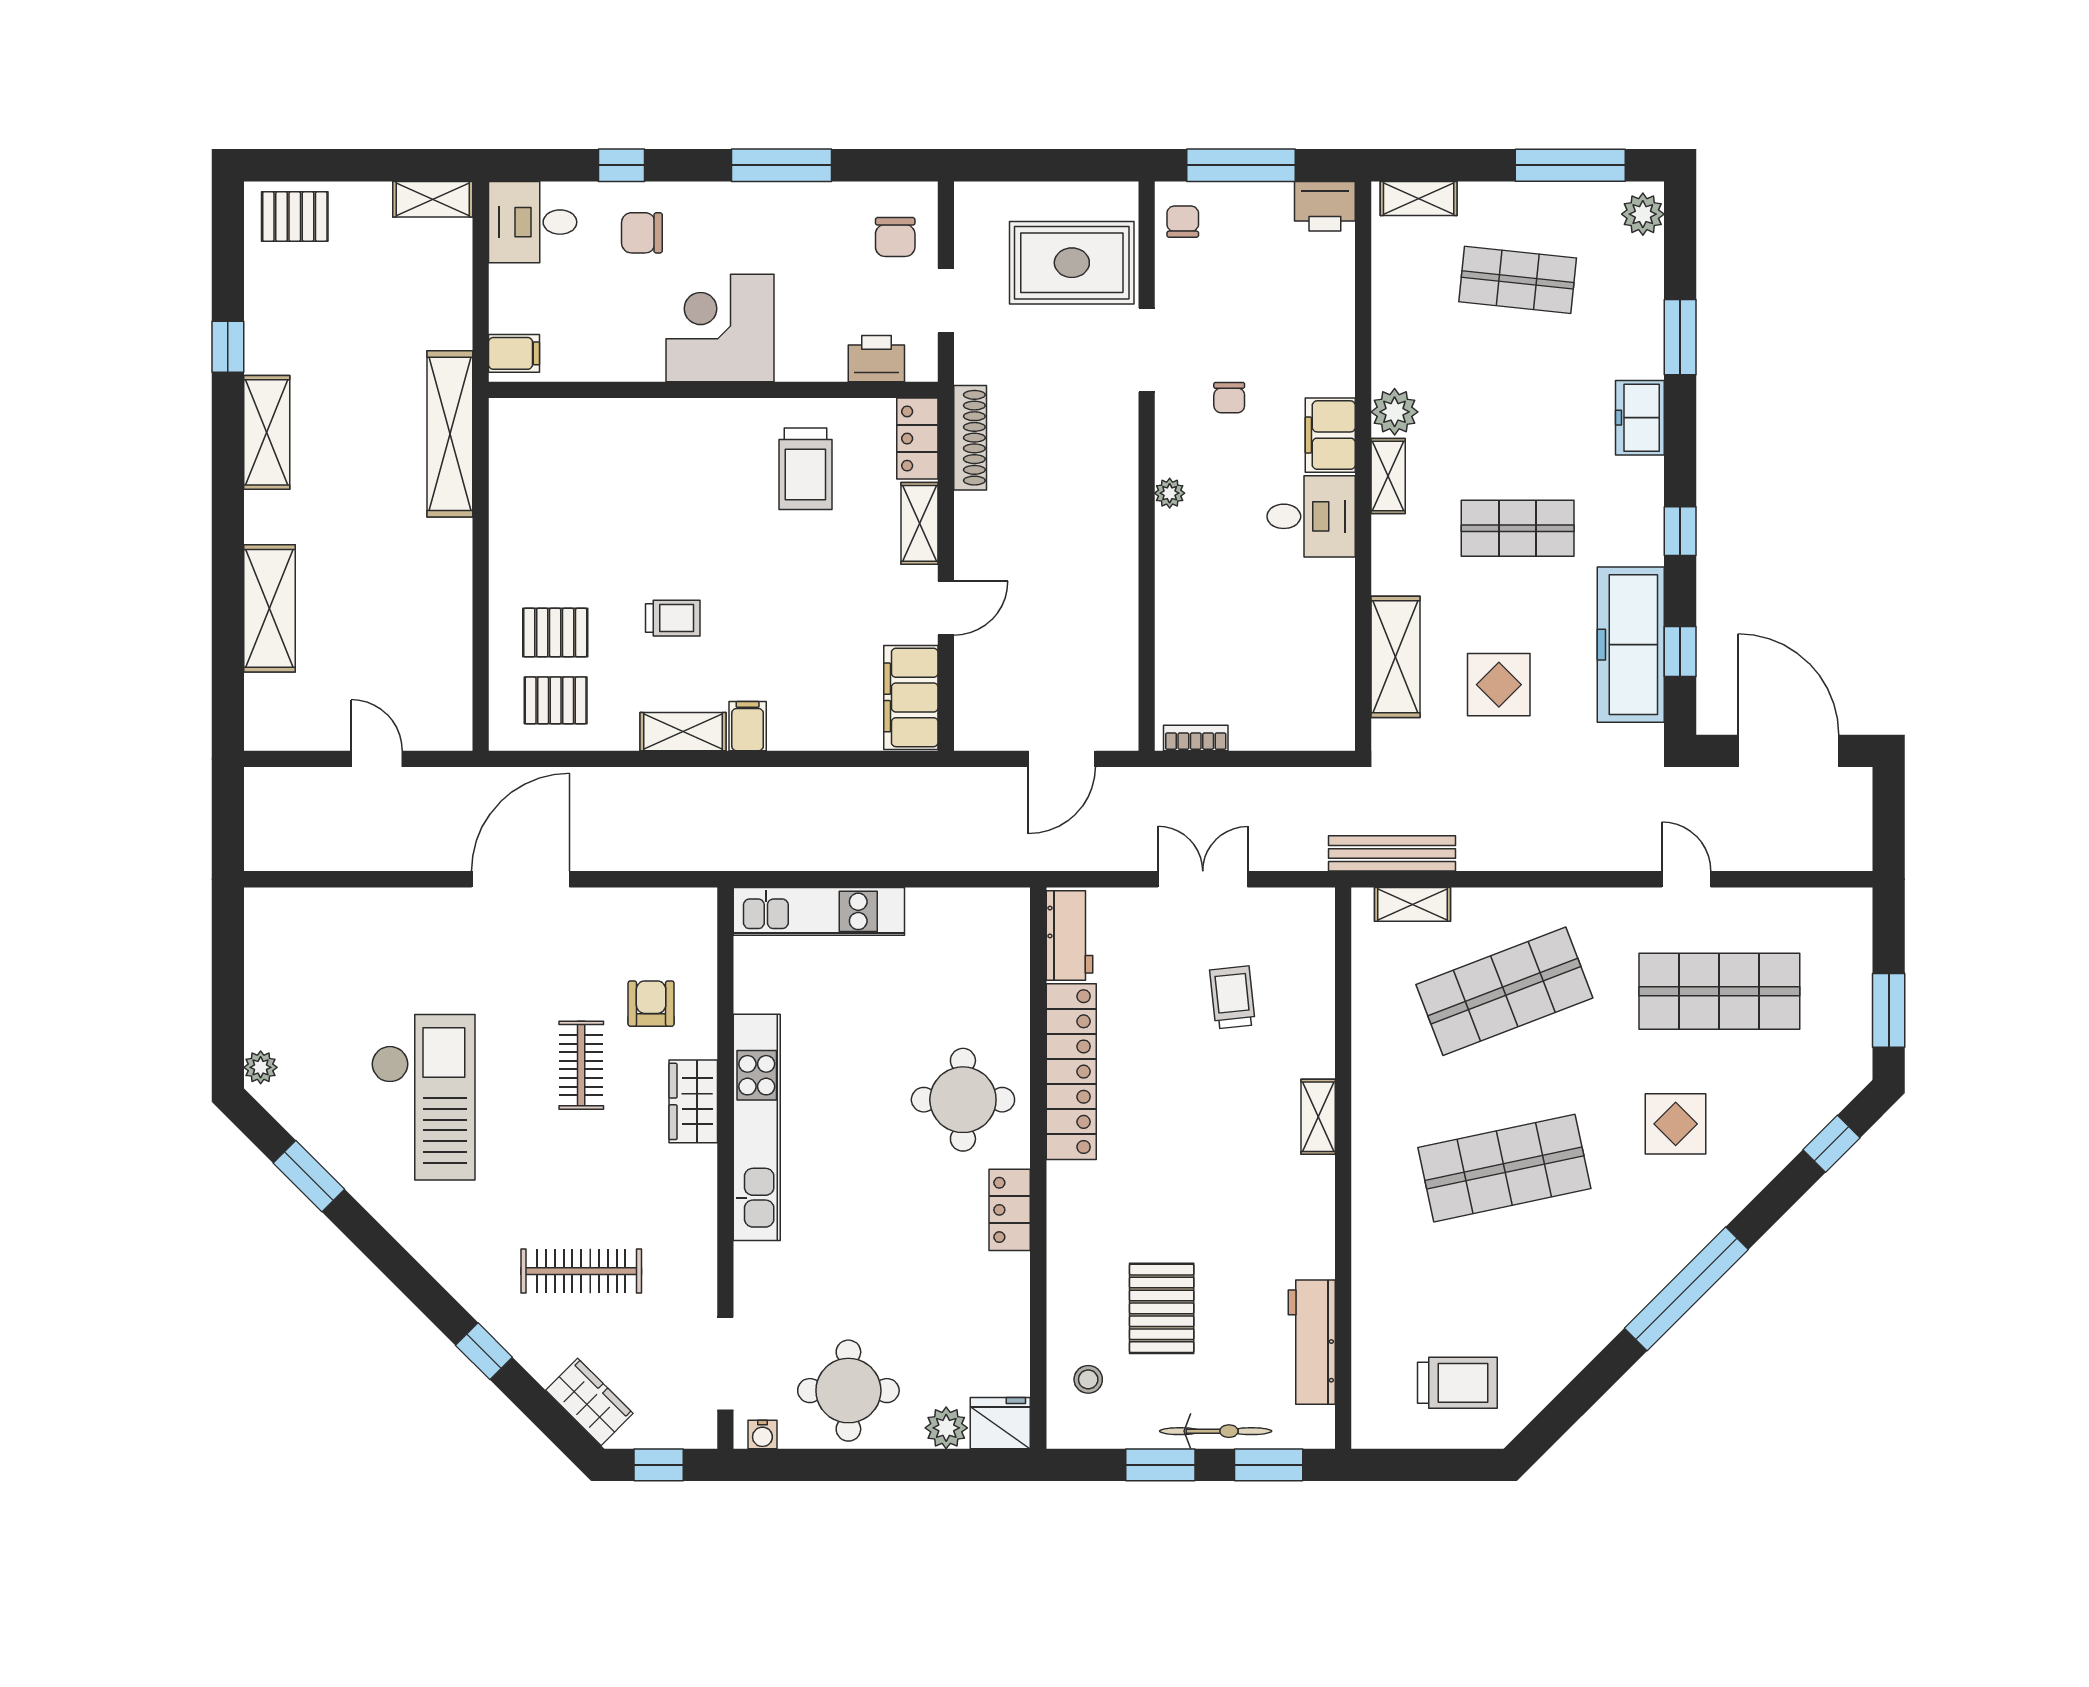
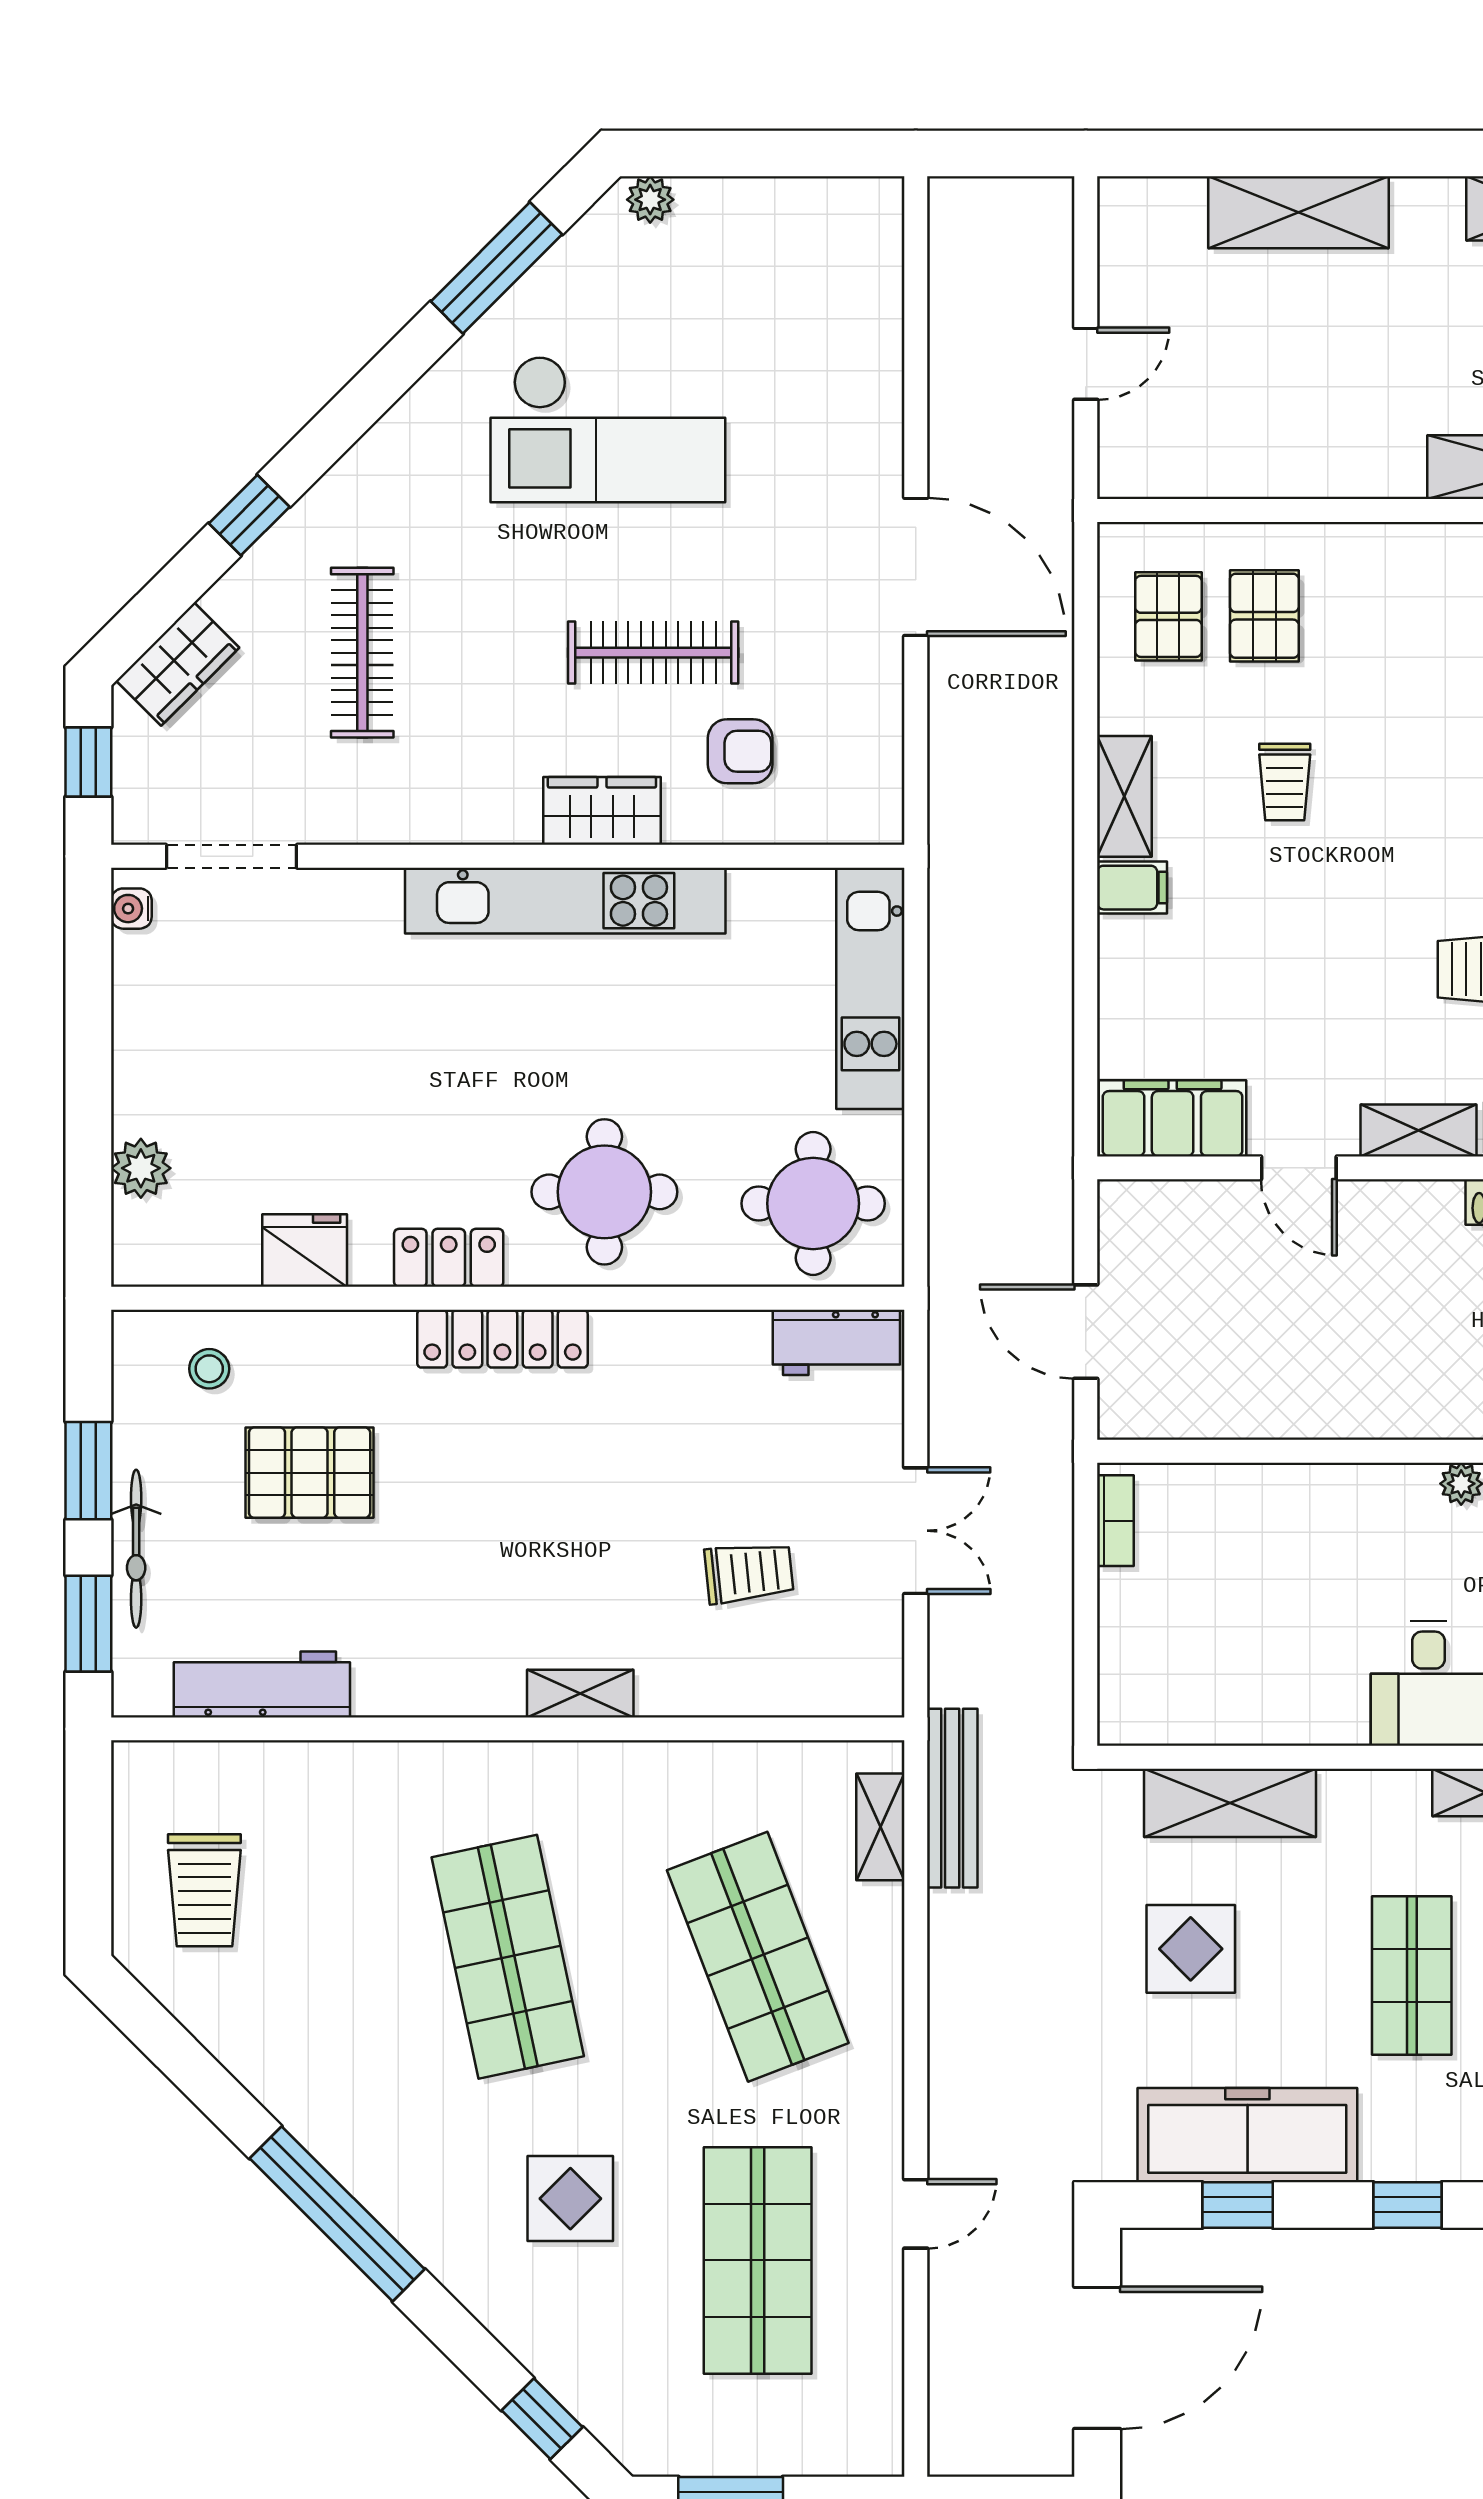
clothes rail: (581, 1065) -> (653, 653), width x1.36
locker: (1071, 1072) -> (502, 1339), moved, width x0.71, depth x0.83
window: (309, 1176) -> (496, 268), width x1.44
round table: (848, 1391) -> (813, 1203), moved
fridge: (1000, 1423) -> (305, 1251), moved, turned -90

